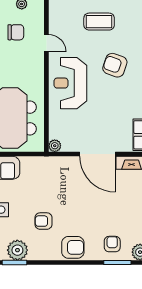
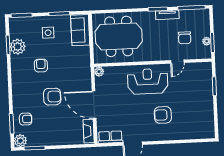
coffee table: (99, 22) -> (196, 101), removed
armchair: (115, 65) -> (163, 115), turned -109
door: (98, 154) -> (94, 105), hinge flipped
armchair: (73, 247) -> (52, 97), moved, turned -90

